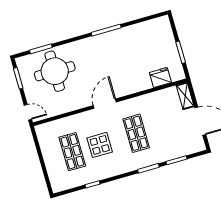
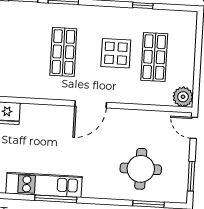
kitchen unit: (118, 37) -> (44, 185), added
round table: (55, 71) -> (141, 169), width x0.73, depth x0.73
plant: (43, 131) -> (183, 97), added

